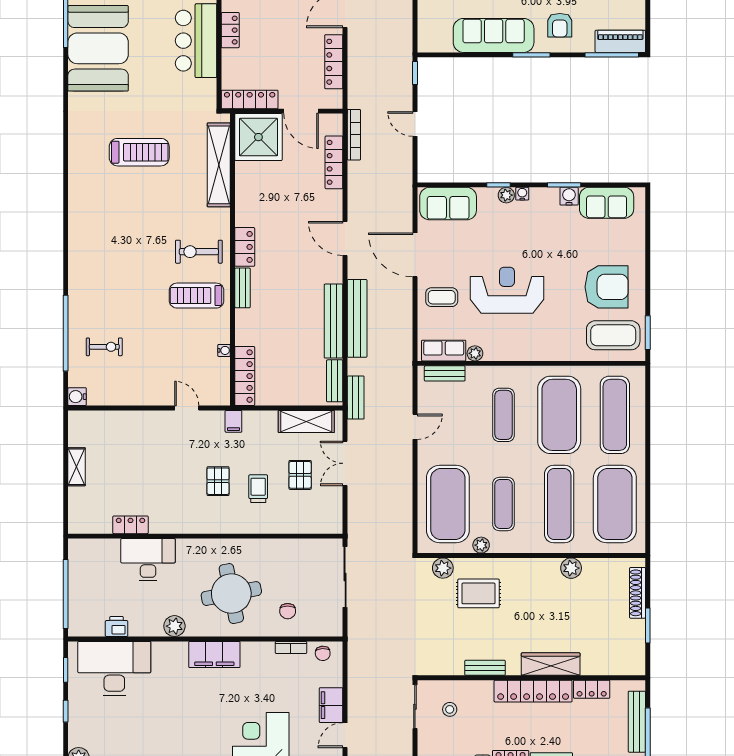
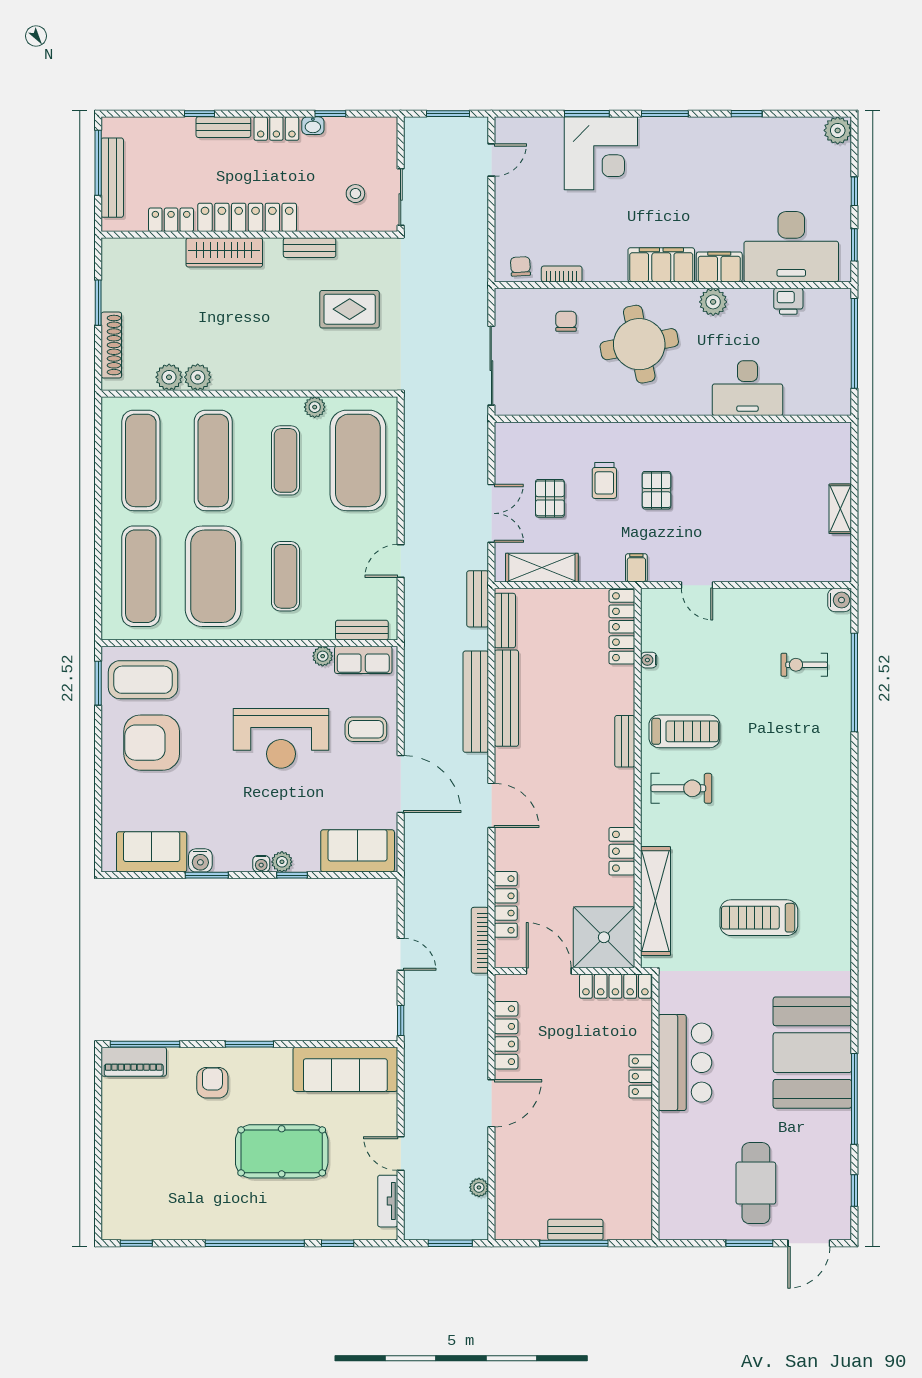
sofa: (494, 35) -> (345, 1069), moved
locker: (245, 247) -> (622, 851), moved
exercise mat: (615, 504) -> (141, 460), width x0.68
locker: (130, 525) -> (770, 433), removed
plant: (443, 568) -> (169, 377), moved
rug: (479, 593) -> (350, 309), moved
filing cabinet: (331, 705) -> (719, 267), moved, turned -90

